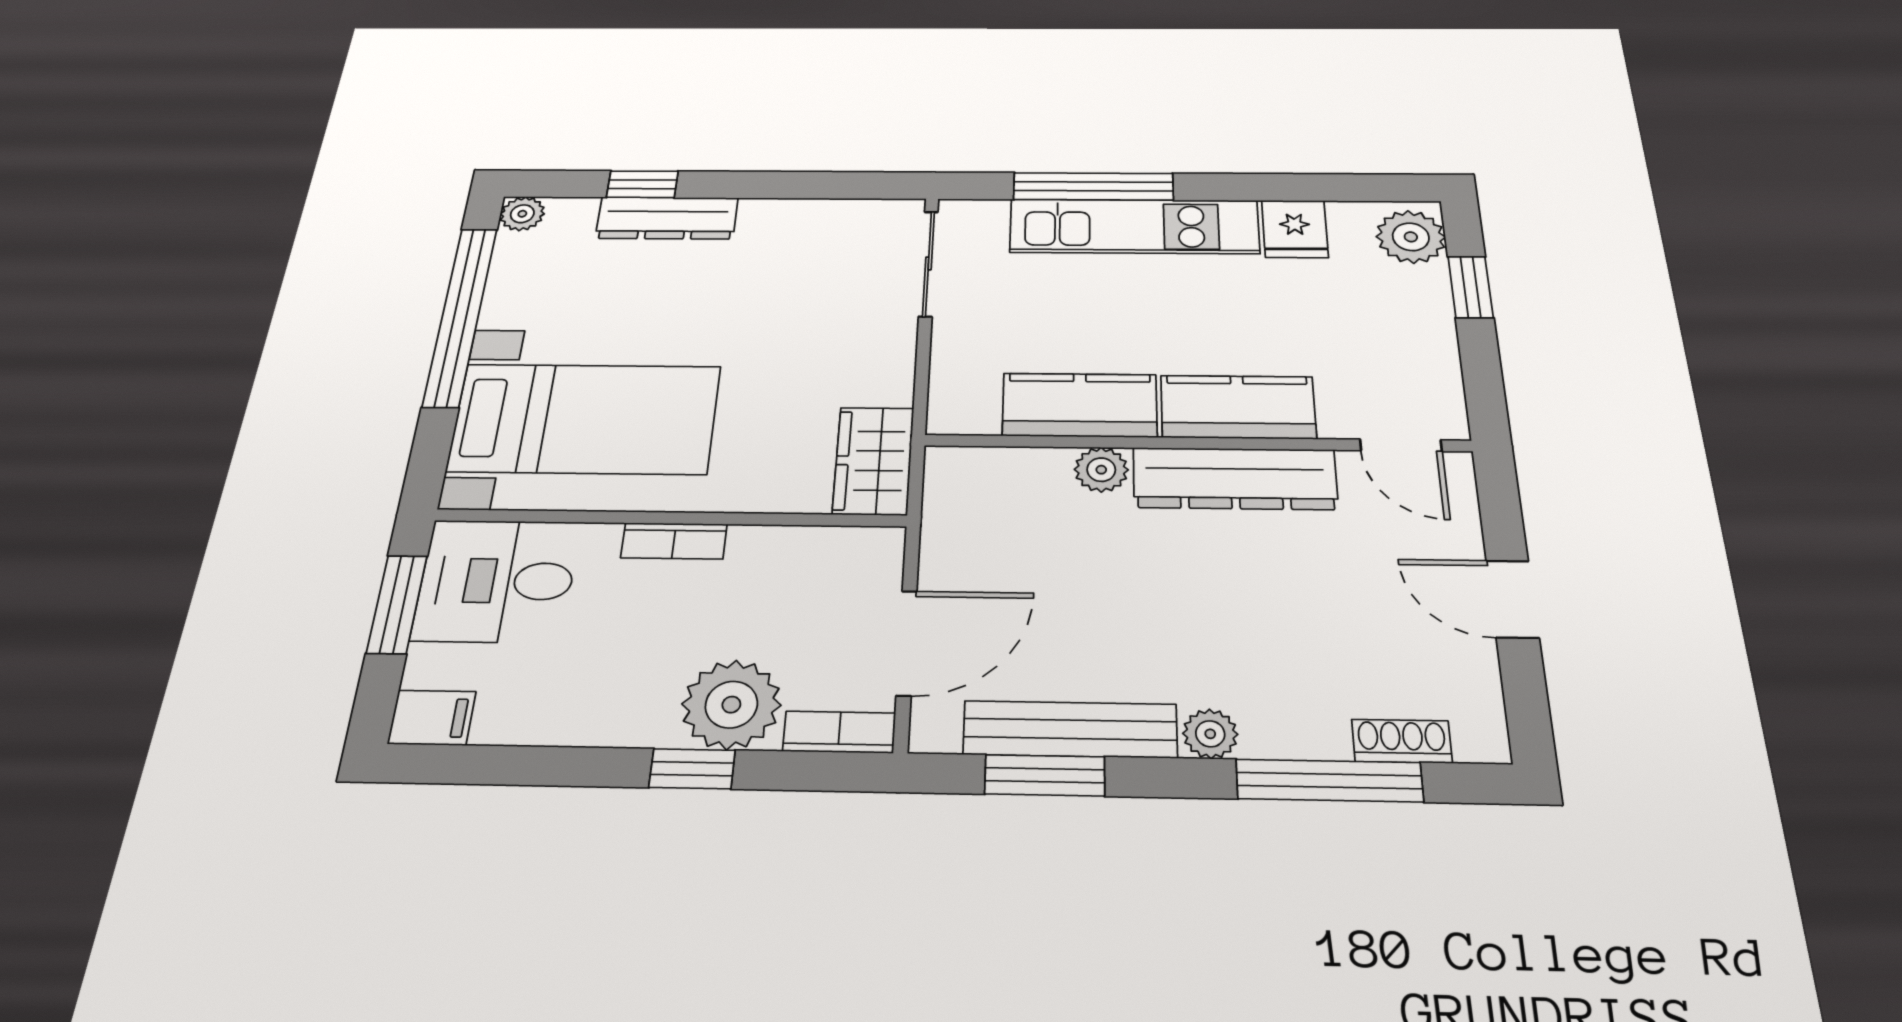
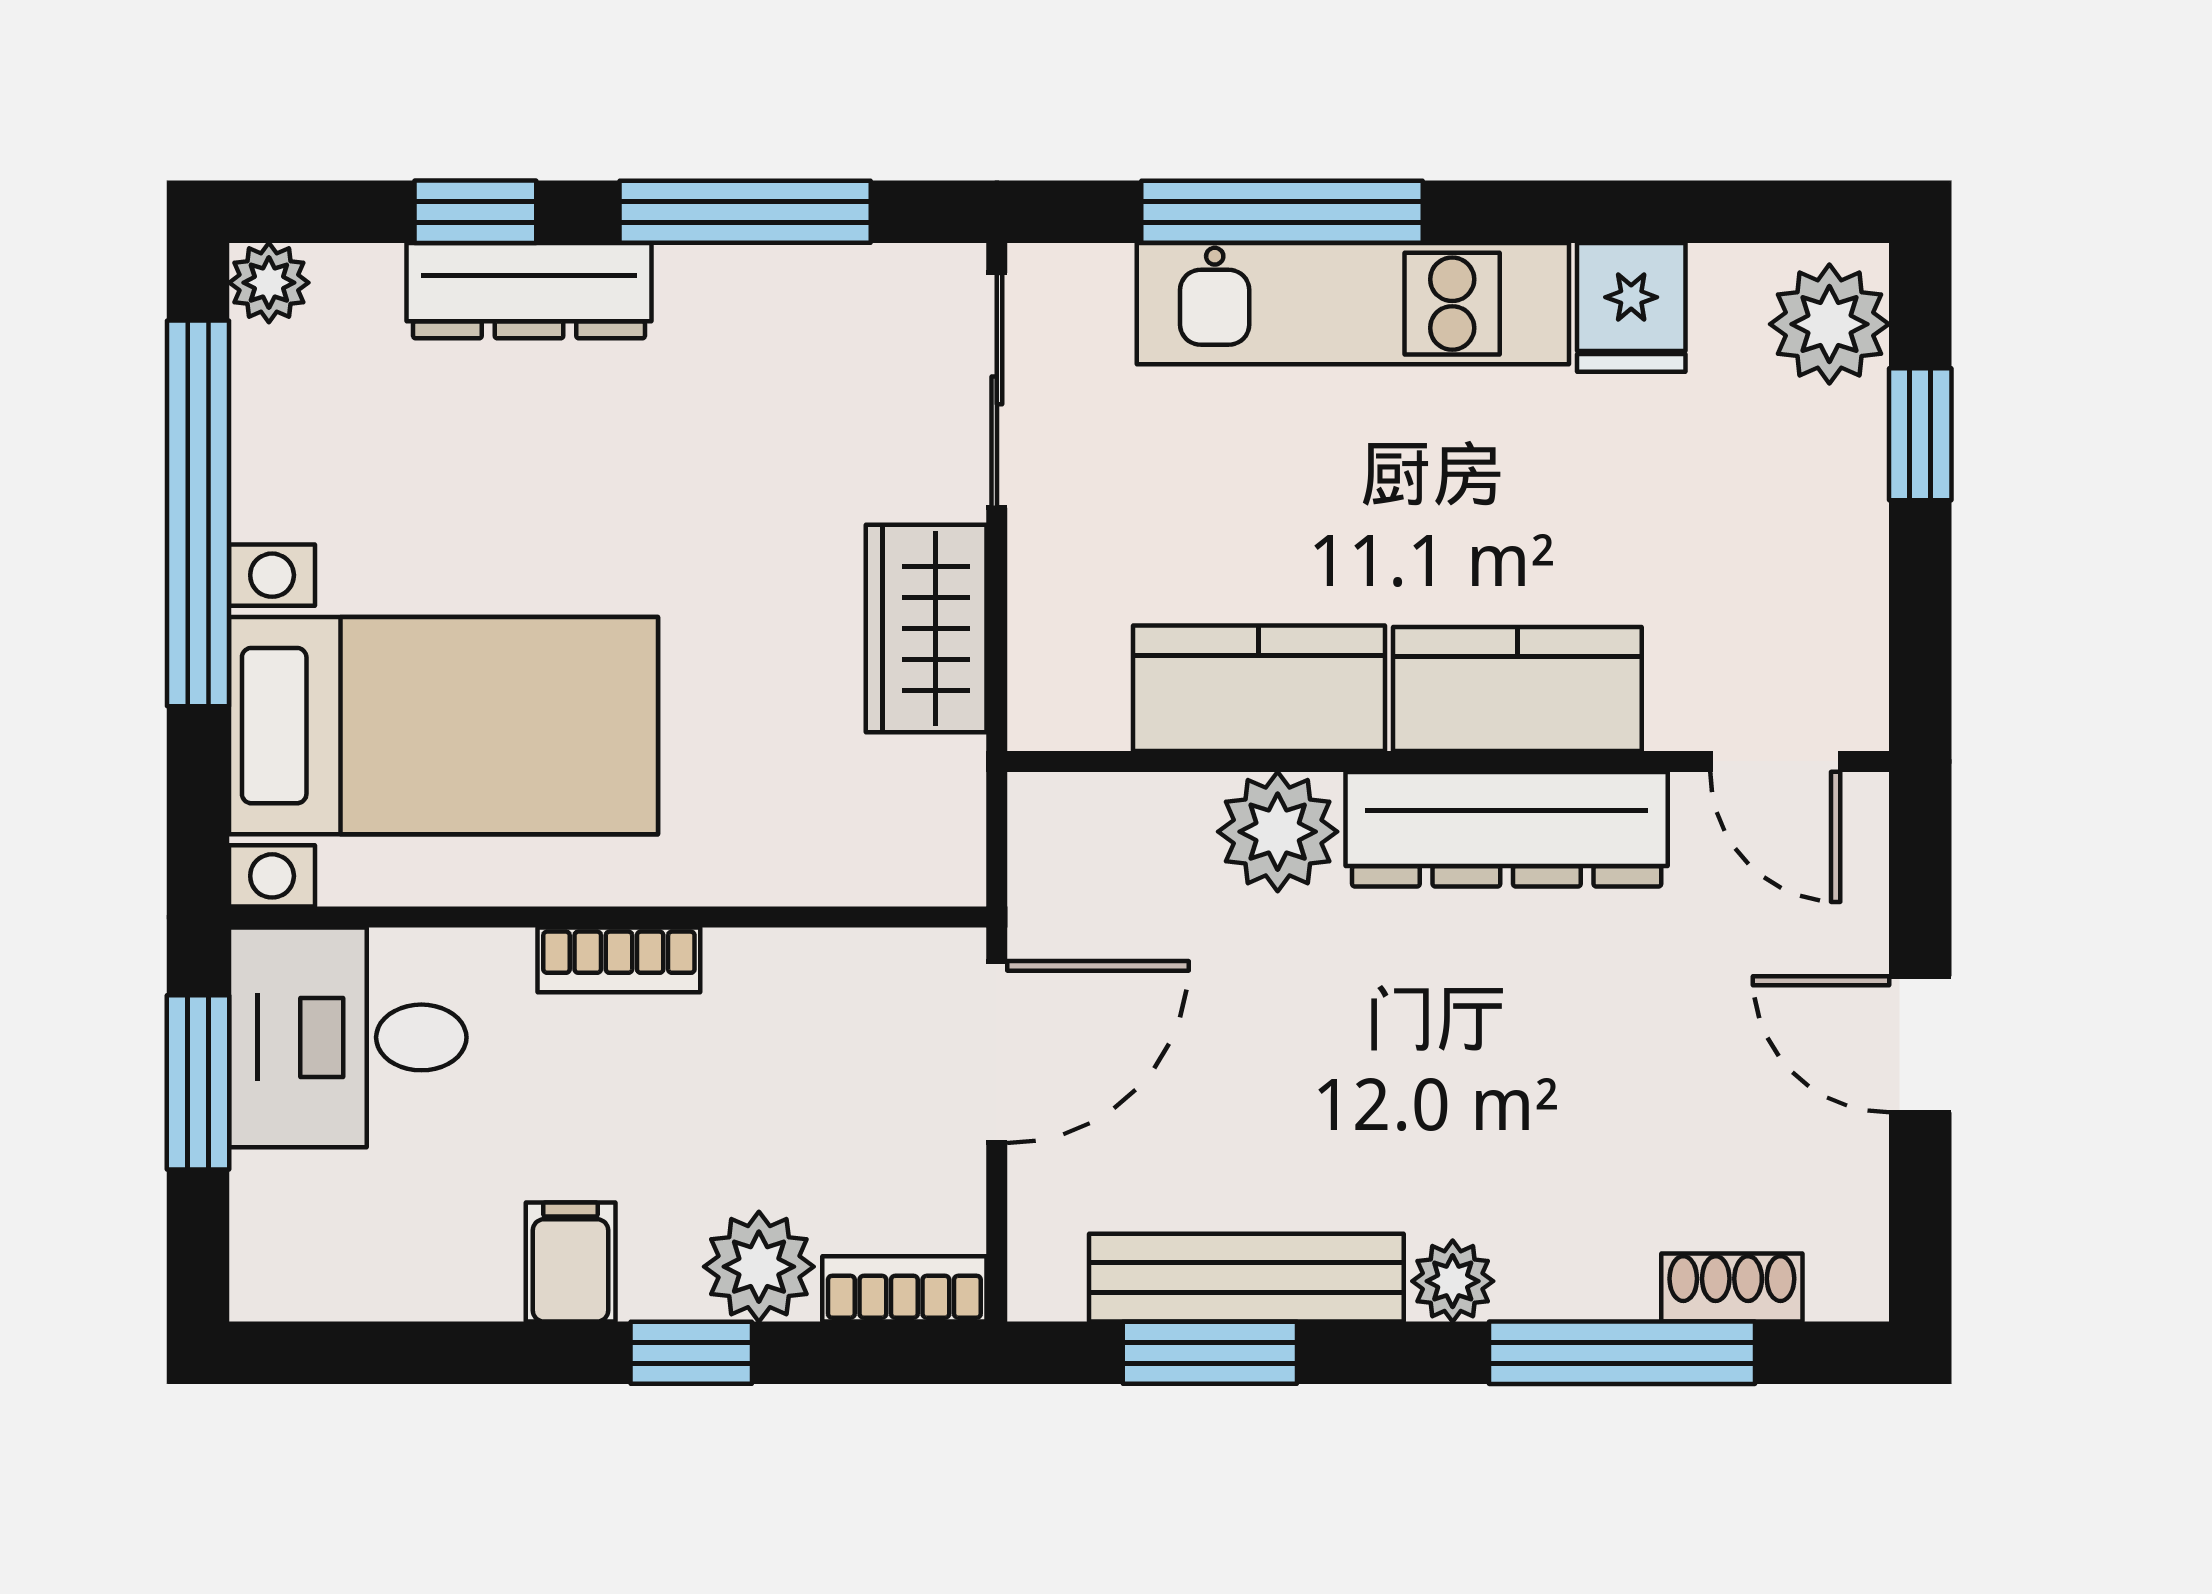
window: (792, 185) -> (745, 212), added
wardrobe: (873, 461) -> (926, 628), moved
plant: (1101, 470) -> (1278, 832), width x1.38, depth x1.38
door: (907, 643) -> (997, 1052), moved
plant: (731, 705) -> (759, 1267), width x0.73, depth x0.73
filing cabinet: (432, 718) -> (571, 1262), moved, turned -90

